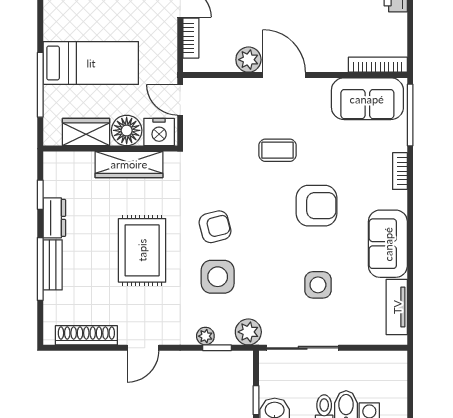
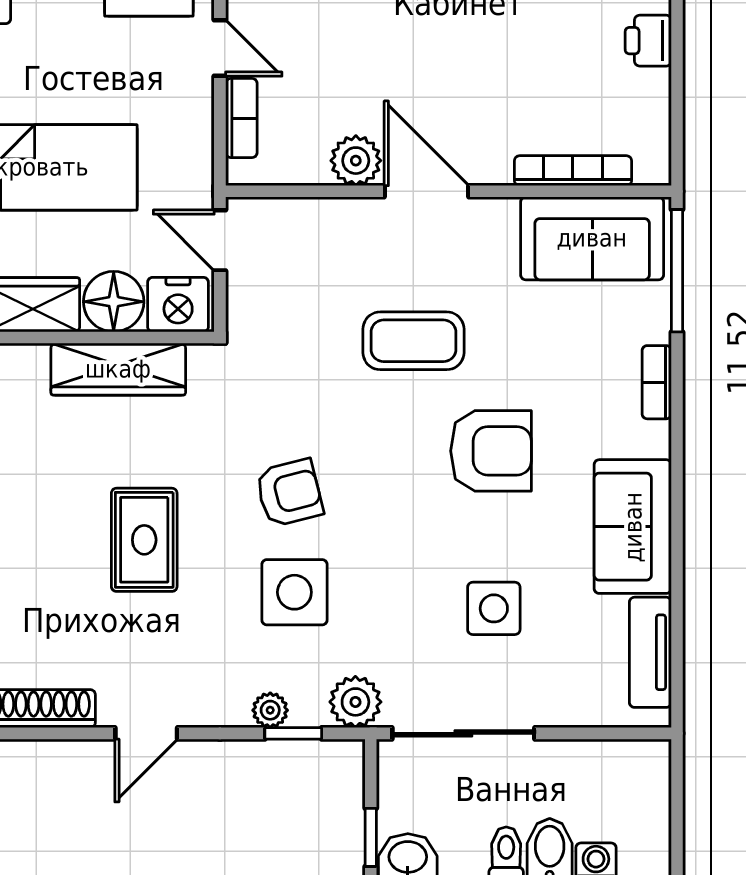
bookcase: (378, 65) -> (573, 171), moved
coffee table: (278, 150) -> (413, 341), width x1.36, depth x1.30
rug: (142, 250) -> (144, 540), width x0.73, depth x0.70

